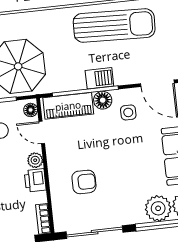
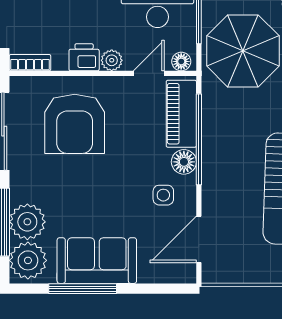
barbecue: (99, 78) -> (215, 161), removed
armchair: (84, 182) -> (75, 124), width x1.88, depth x1.88

